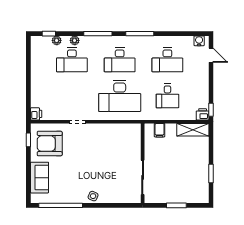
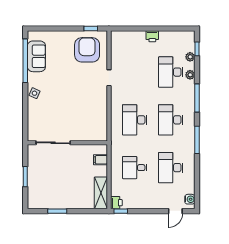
desk: (120, 96) -> (135, 120), width x0.73, depth x0.77
printer: (36, 114) -> (152, 36), moved
sofa: (39, 178) -> (36, 56), moved, turned -90

